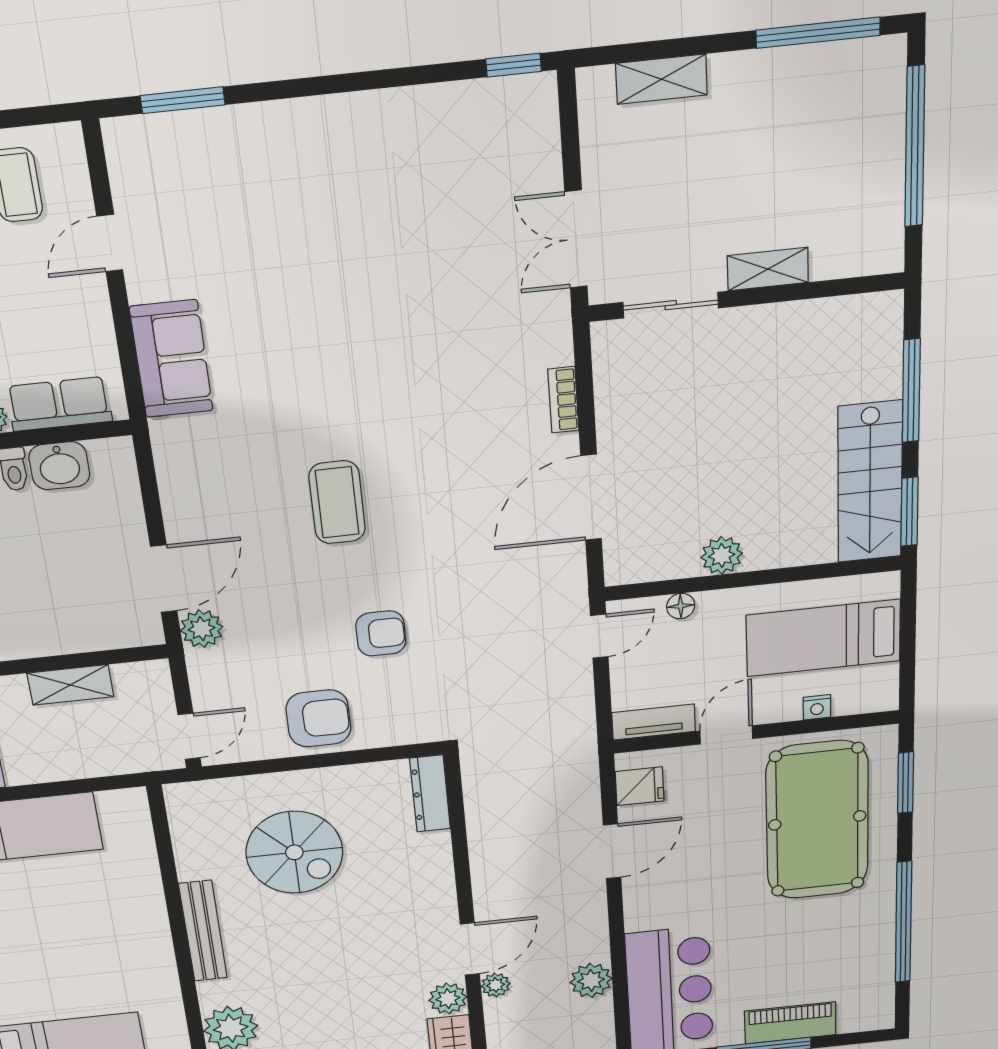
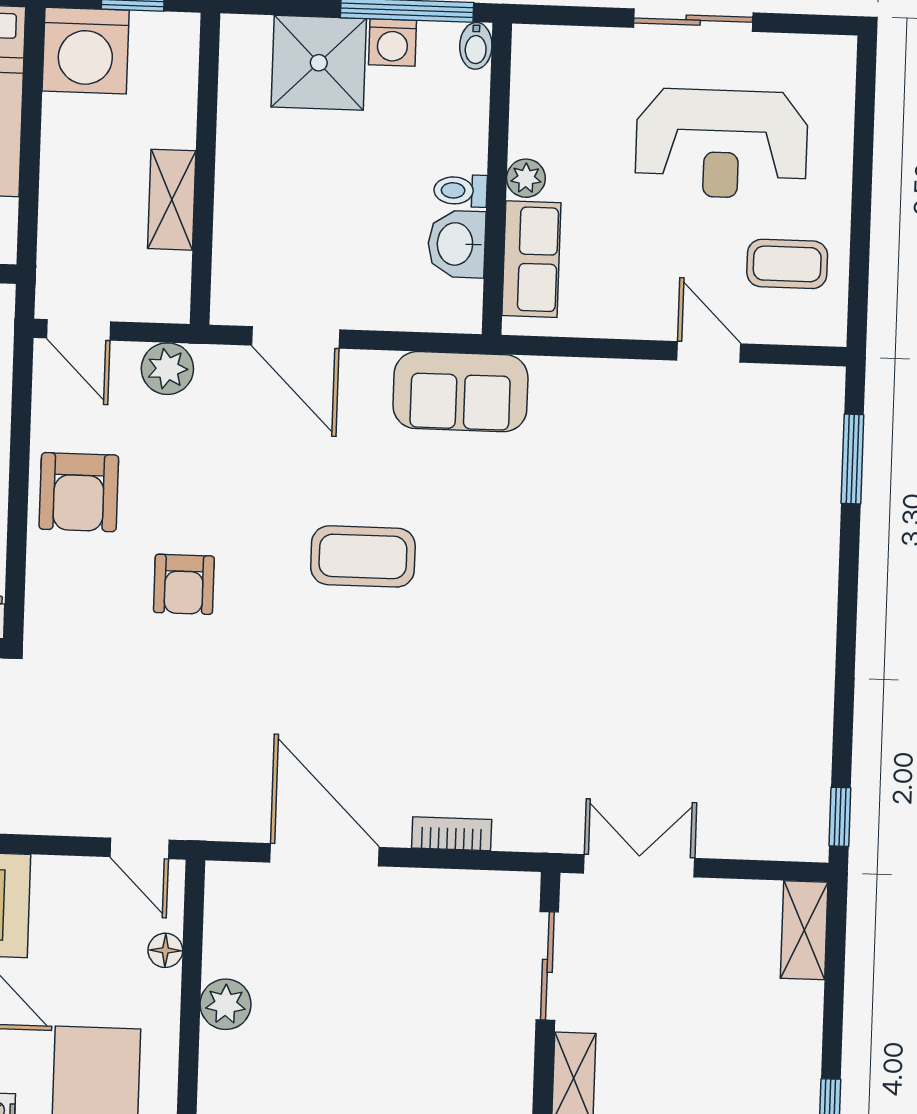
shelving: (661, 79) -> (804, 930), moved
sofa: (171, 359) -> (460, 392), moved
plant: (202, 629) -> (167, 369), moved

